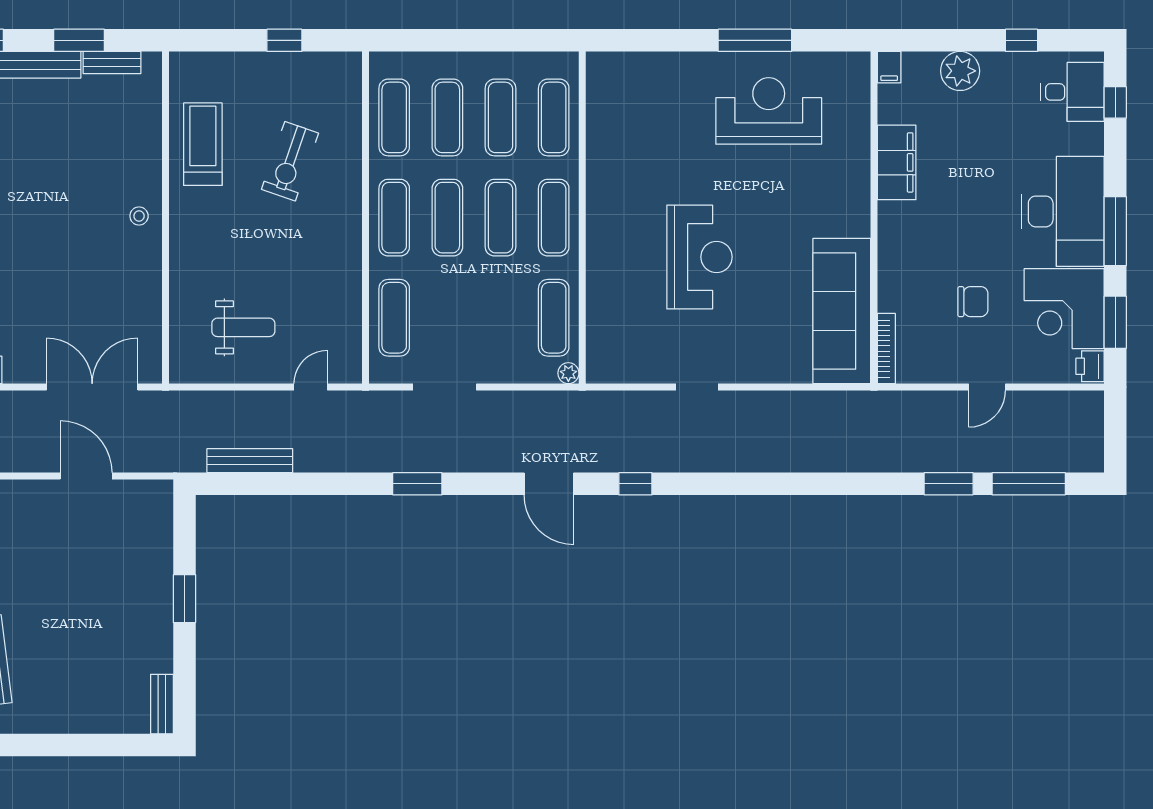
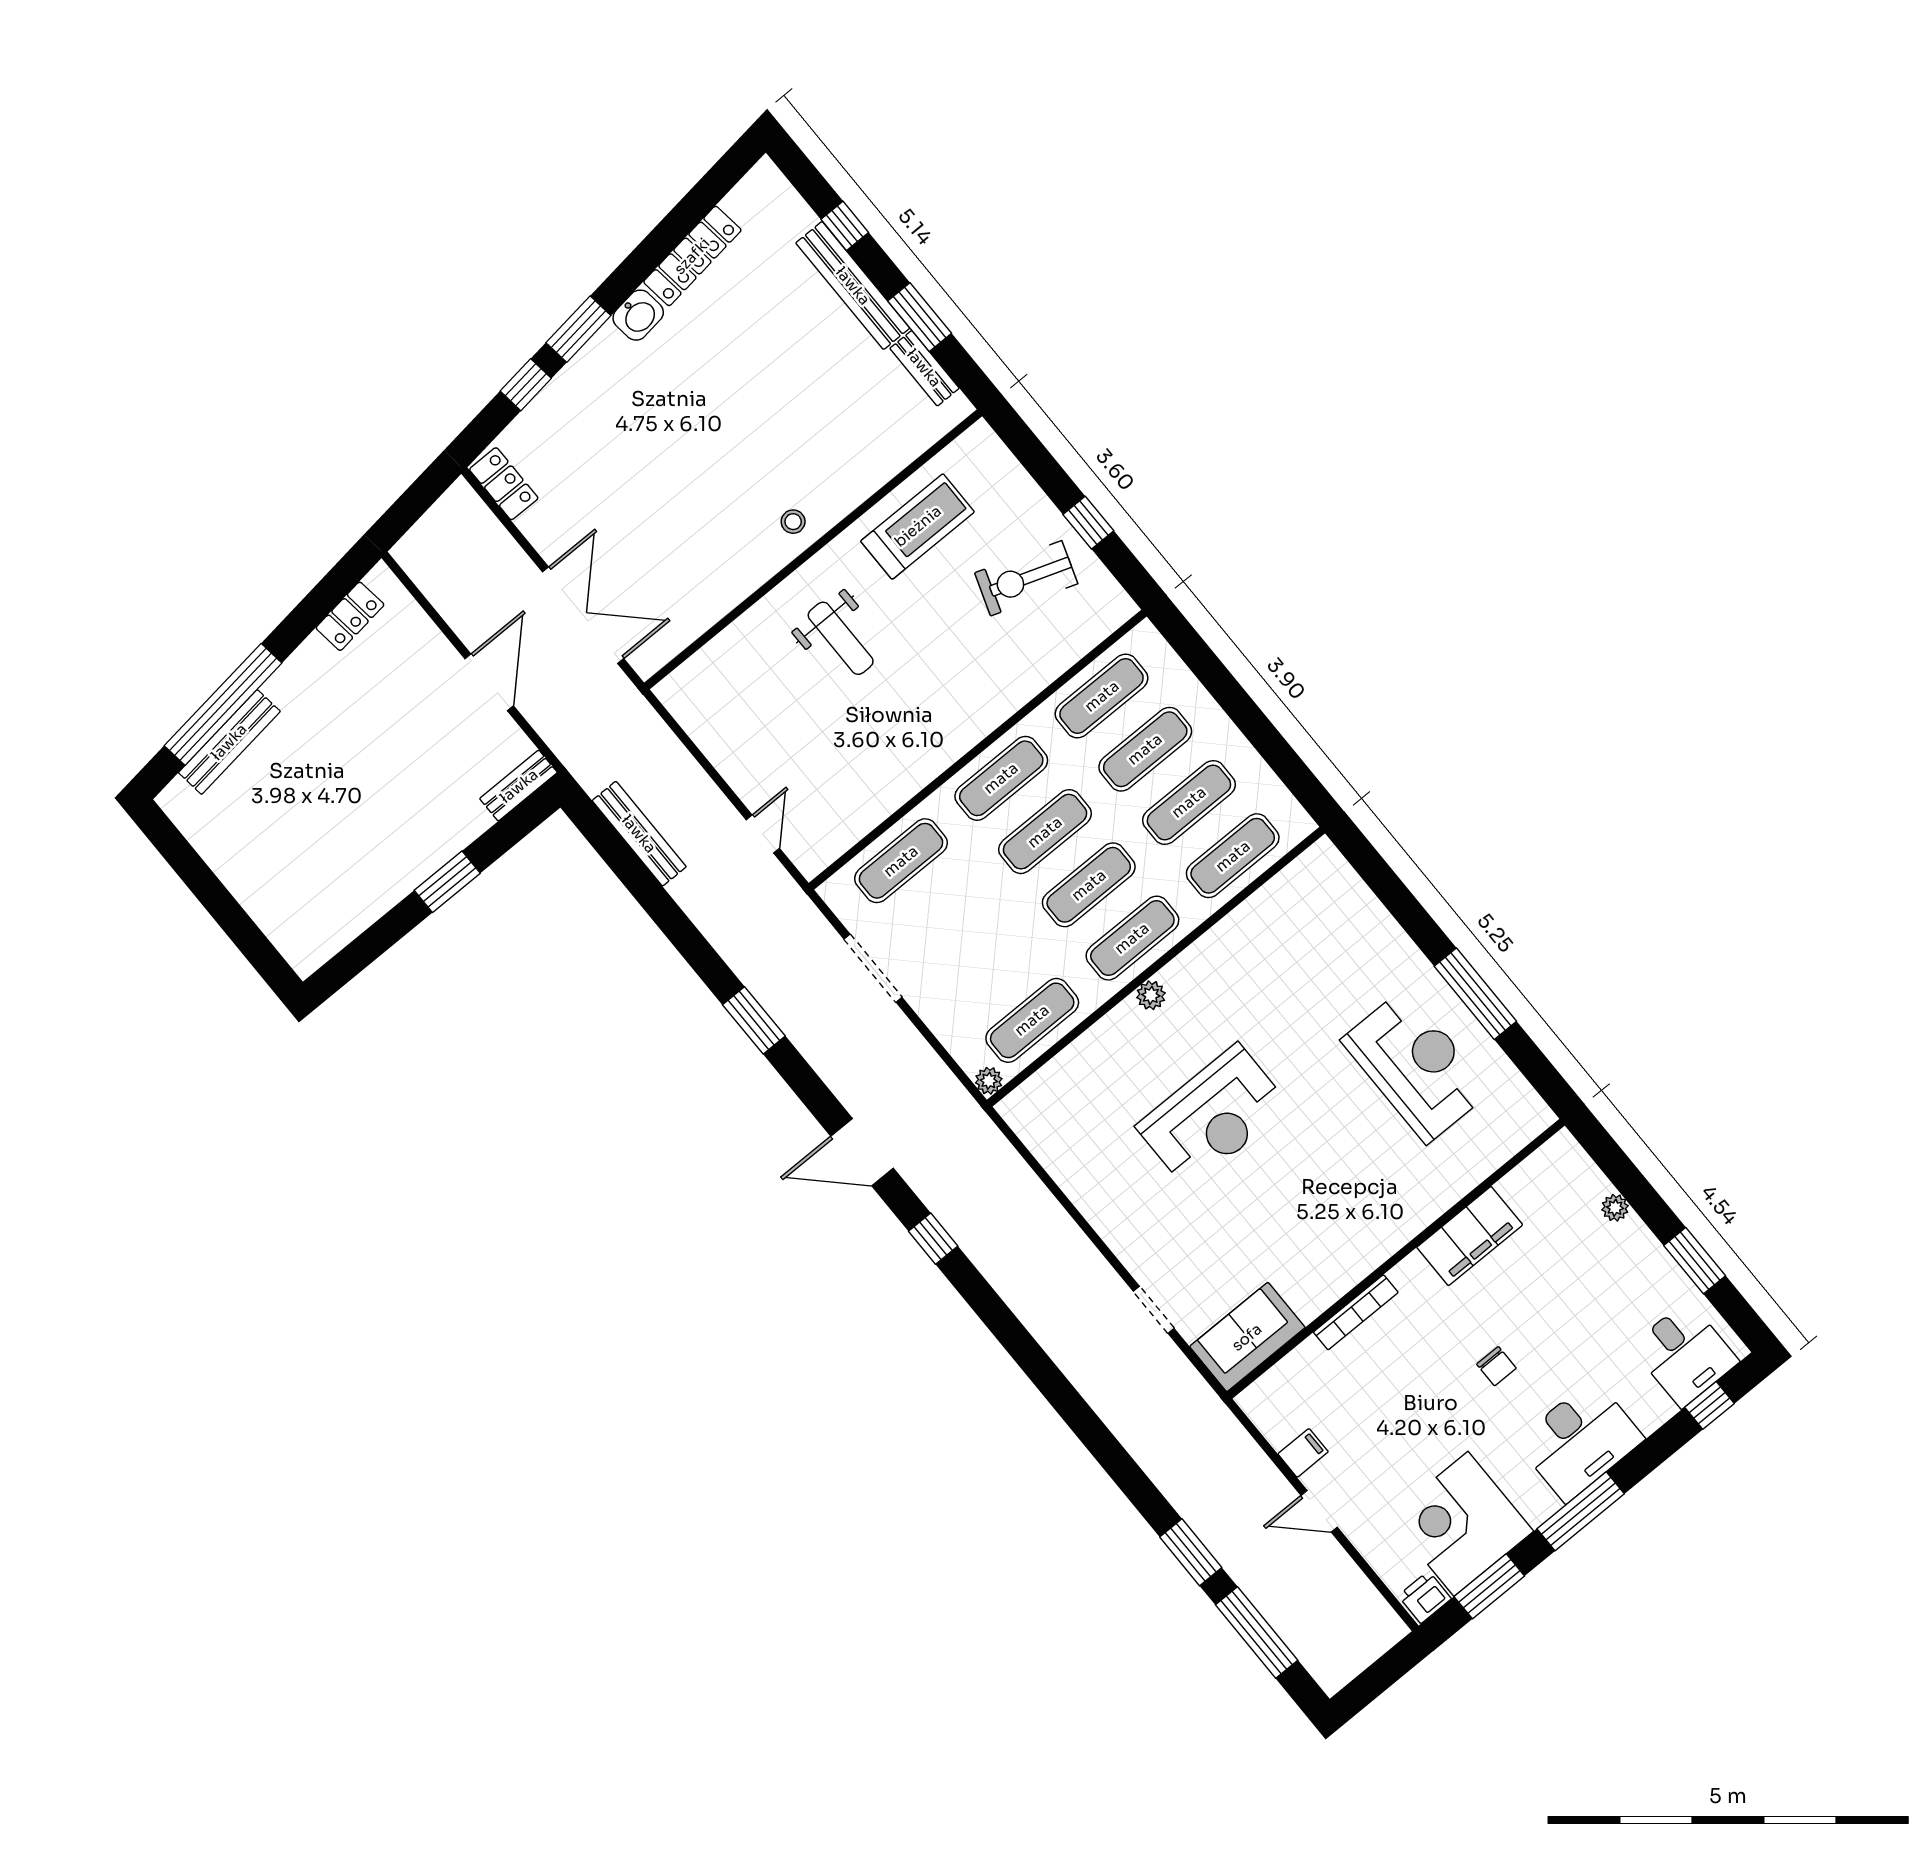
window: (1021, 40) -> (1695, 1261), width x1.50
filing cabinet: (889, 67) -> (1303, 1453), moved, turned 180
plant: (960, 71) -> (1615, 1208), width x0.53, depth x0.53
exercise bike: (290, 161) -> (1026, 578), moved
desk: (1063, 211) -> (1580, 1440), width x0.73, depth x0.77
plant: (597, 235) -> (1151, 995), added
chair: (973, 302) -> (1496, 1366), moved, width x0.73, depth x0.73
sofa: (842, 311) -> (1247, 1337), width x0.54, depth x0.79
weight bench: (243, 327) -> (841, 638), moved
bookcase: (886, 349) -> (1356, 1312), moved
door: (311, 387) -> (763, 834), hinge flipped
doorway: (697, 387) -> (1154, 1310), moved
door: (549, 484) -> (862, 1152), hinge flipped
bench: (162, 704) -> (519, 786), moved

